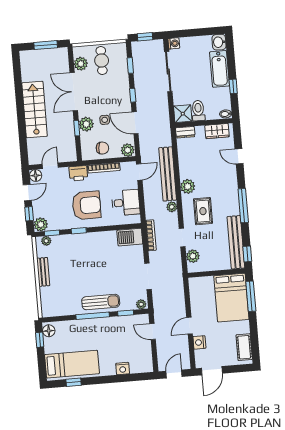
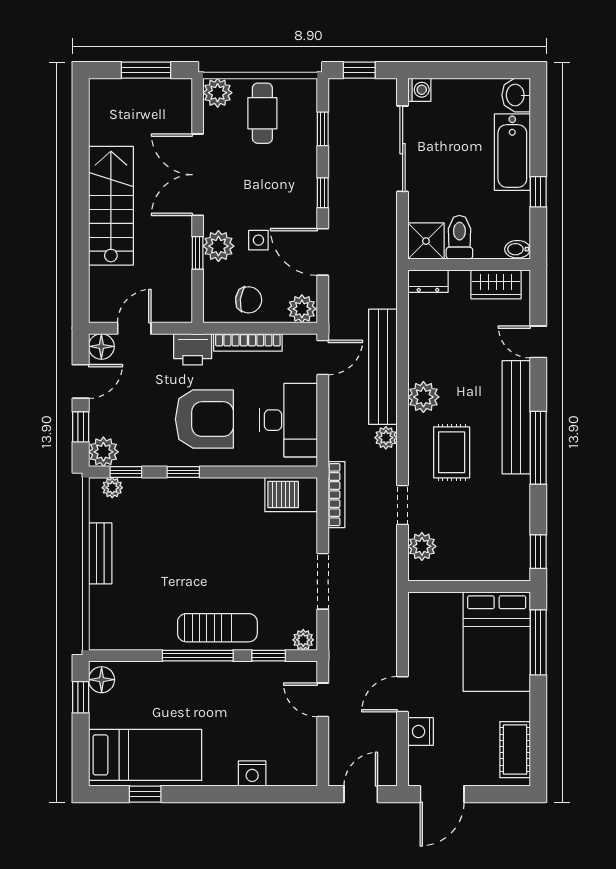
plant: (81, 64) -> (218, 93), moved
desk: (126, 203) -> (289, 420), width x1.37
bench: (236, 242) -> (516, 417), moved

